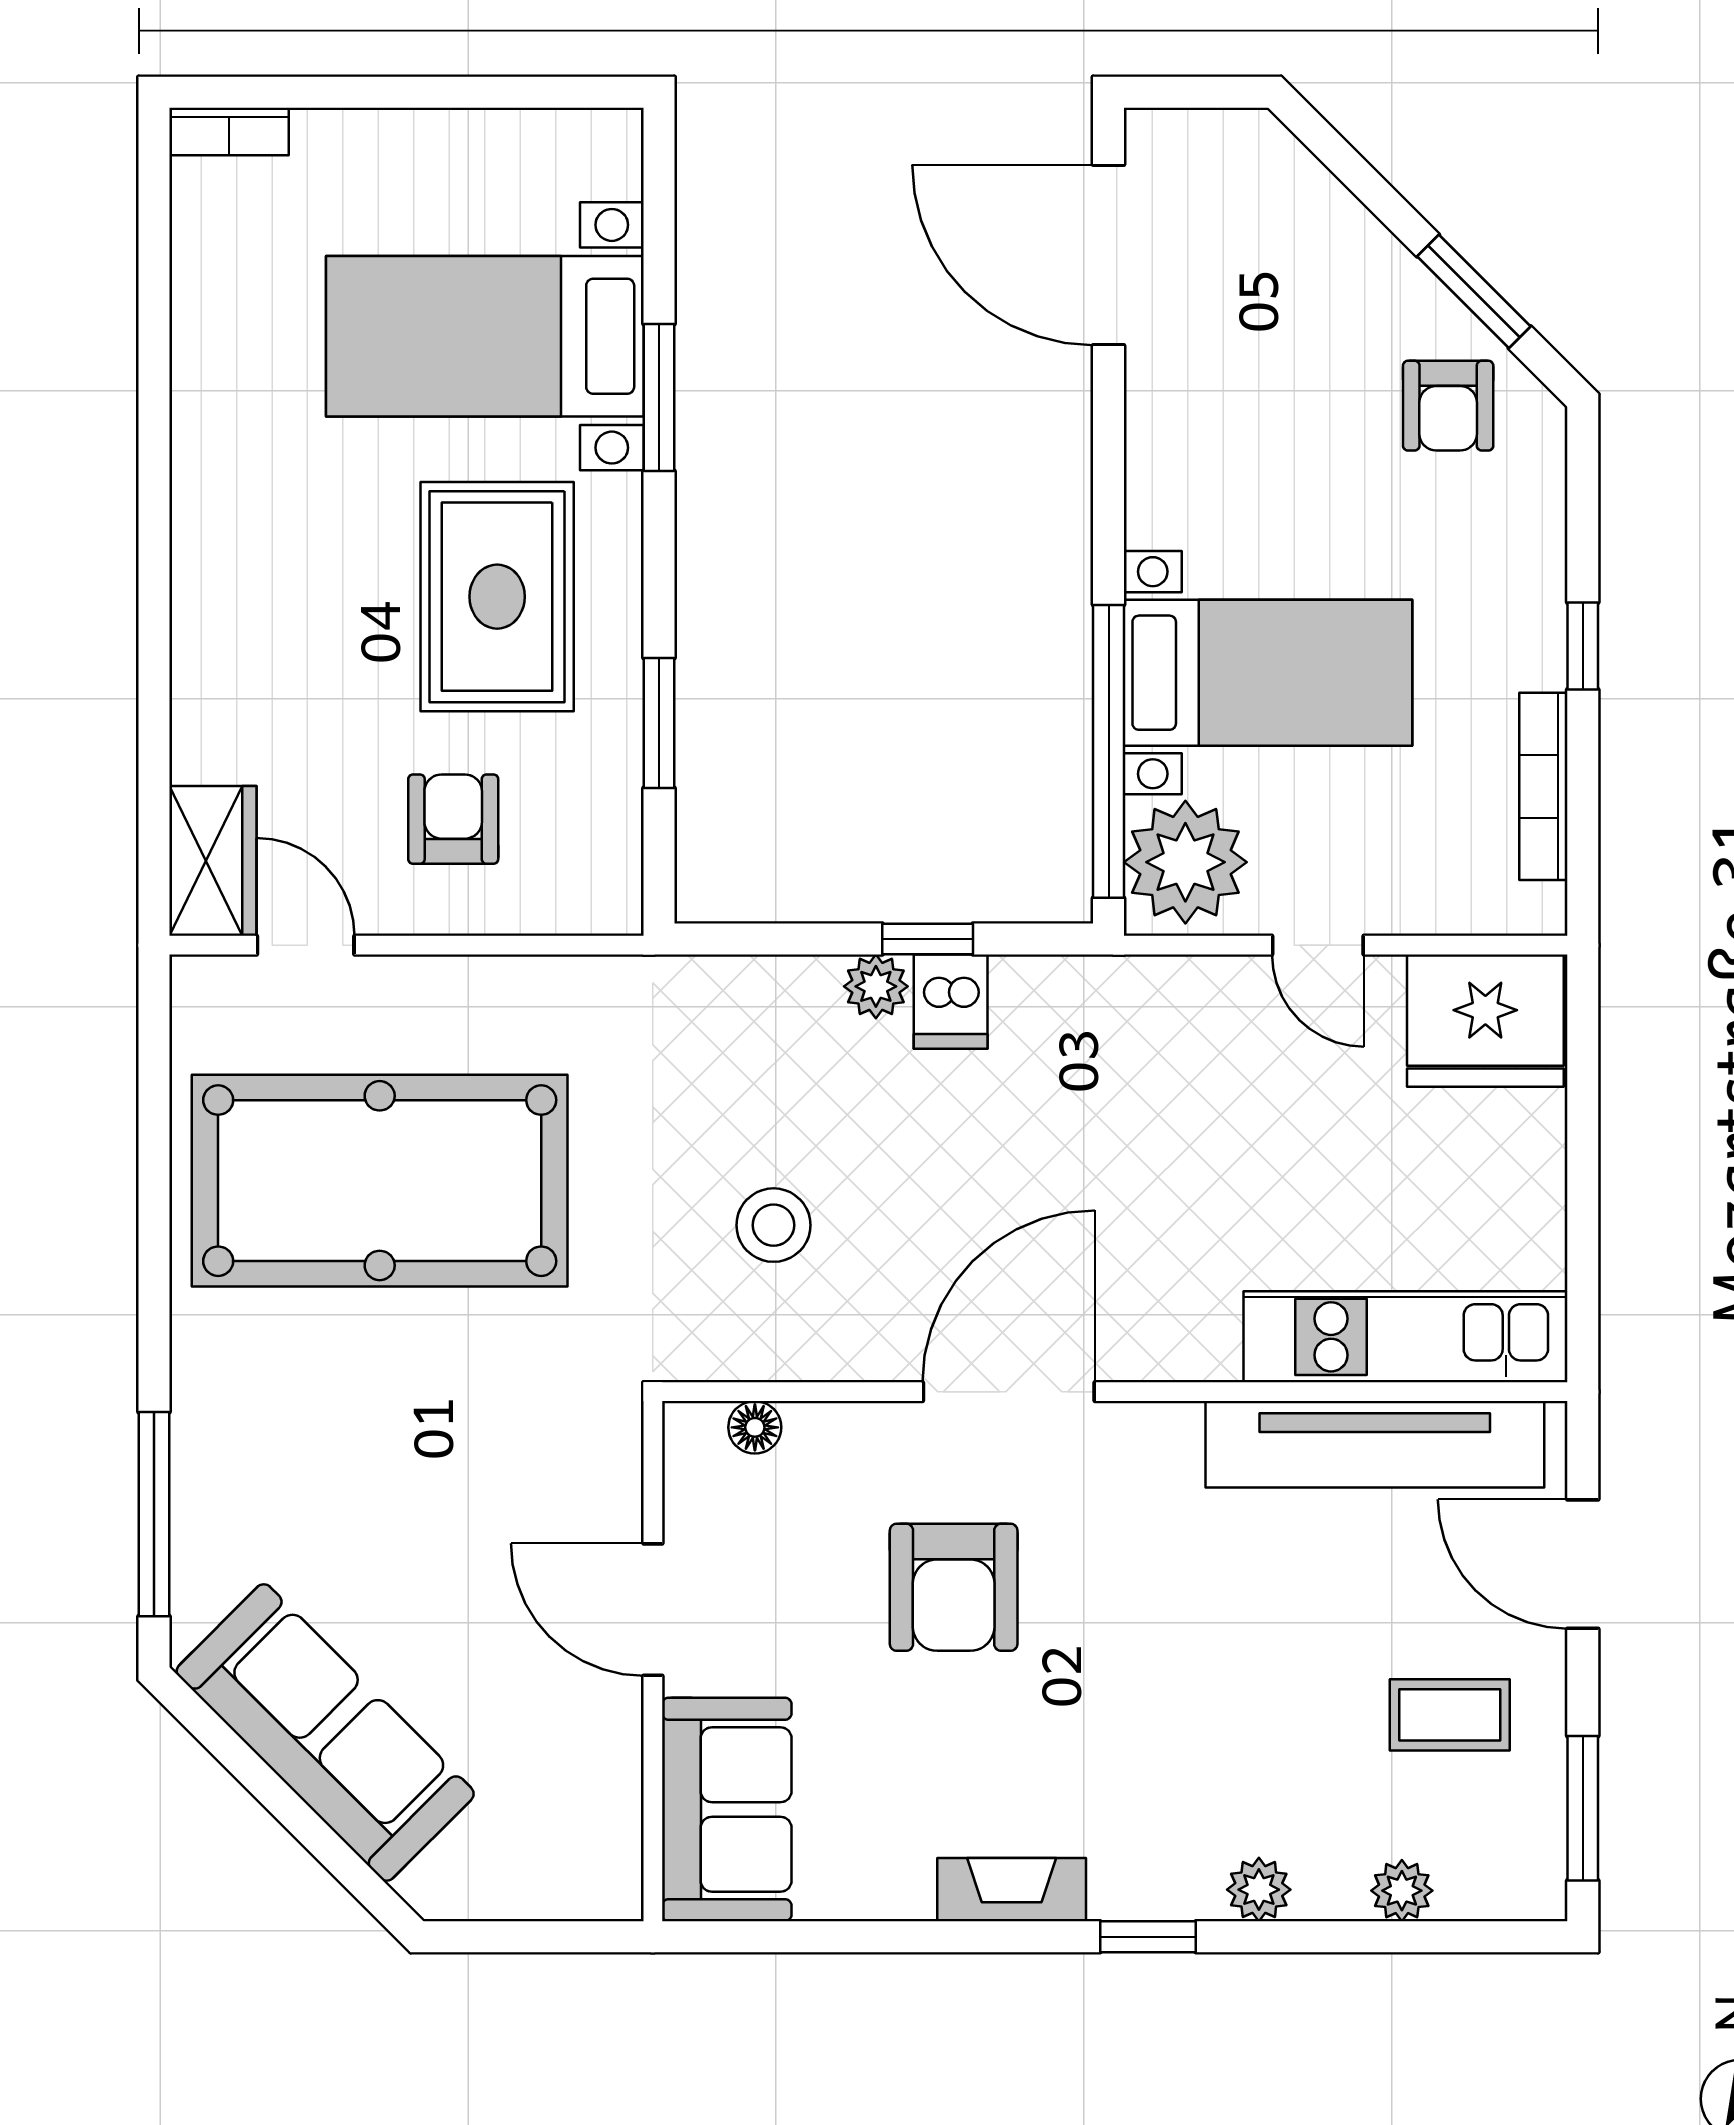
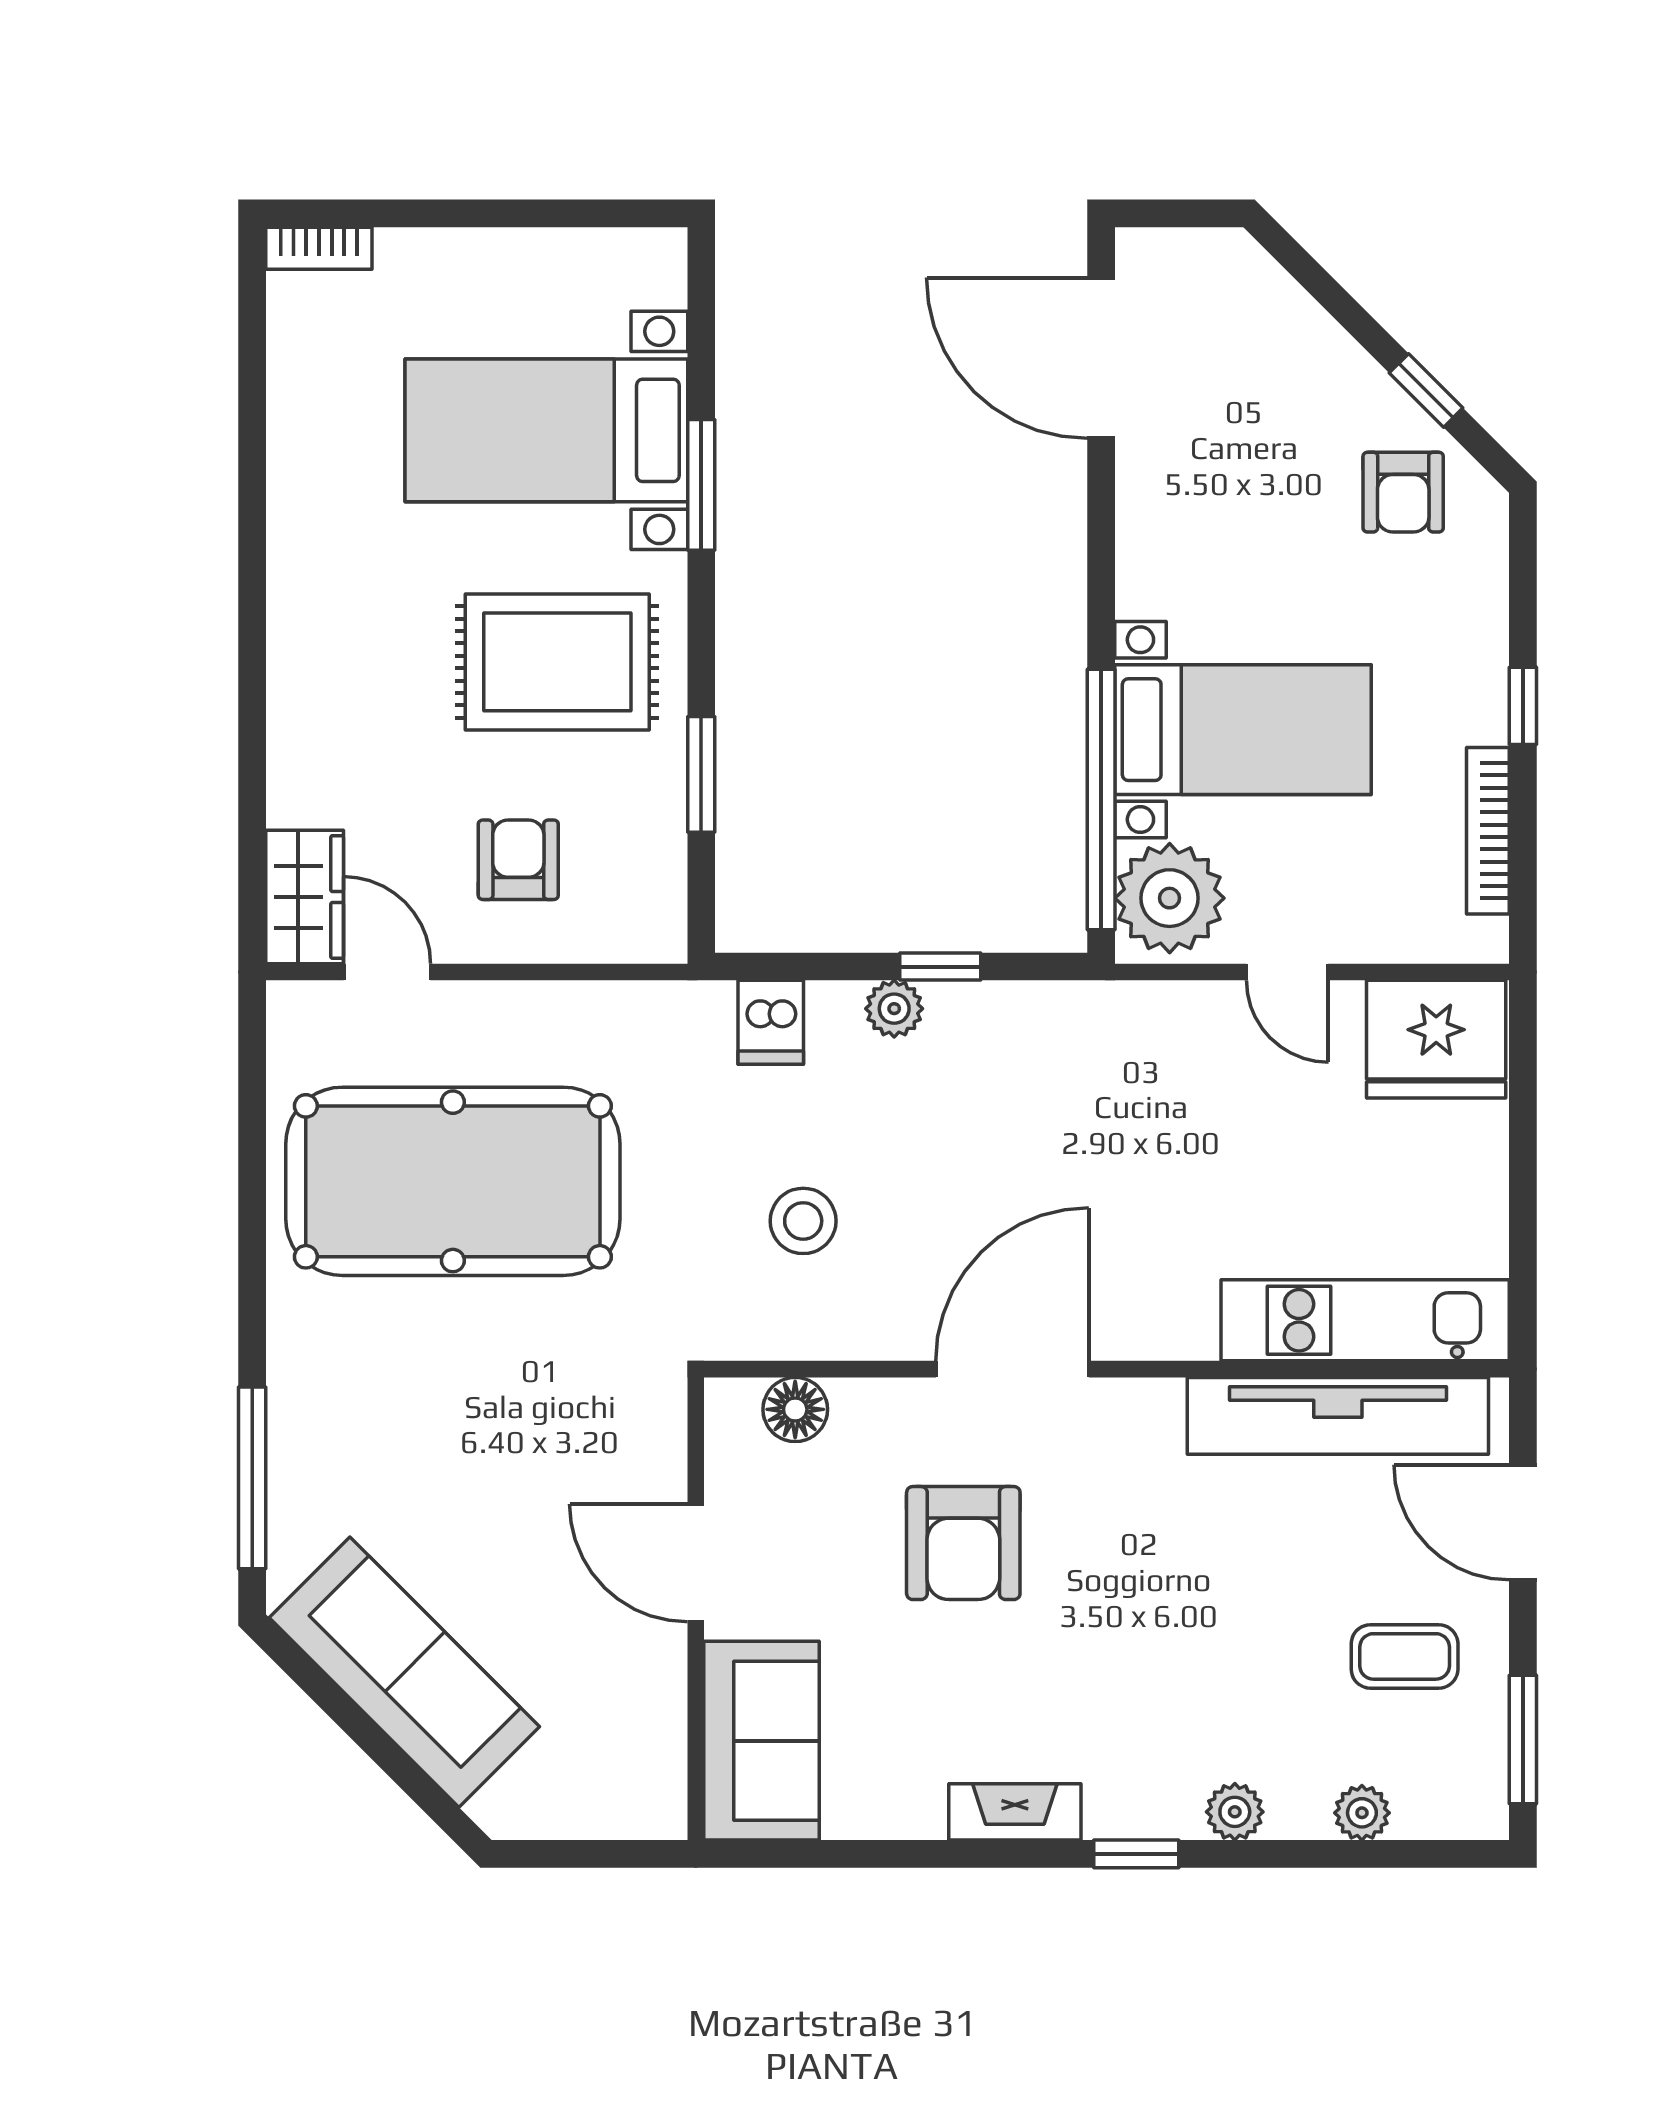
window: (1474, 291) -> (1426, 390), width x0.67
rug: (497, 597) -> (557, 662), turned 90
dishwasher: (951, 1002) -> (771, 1022), moved
floor lamp: (755, 1427) -> (795, 1409), width x1.37, depth x1.37

